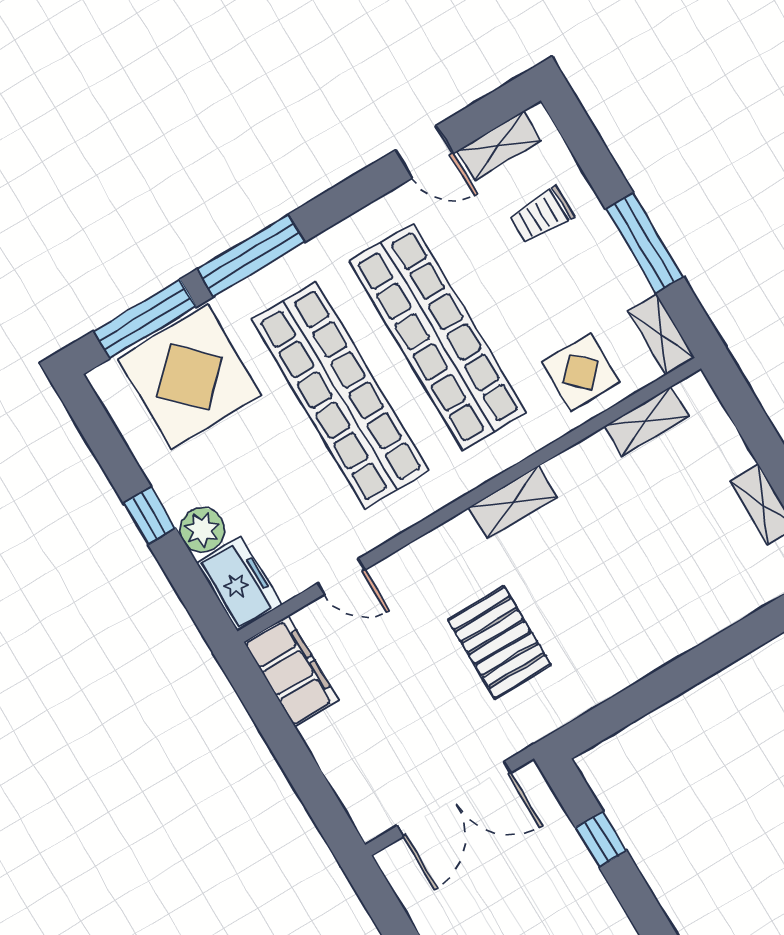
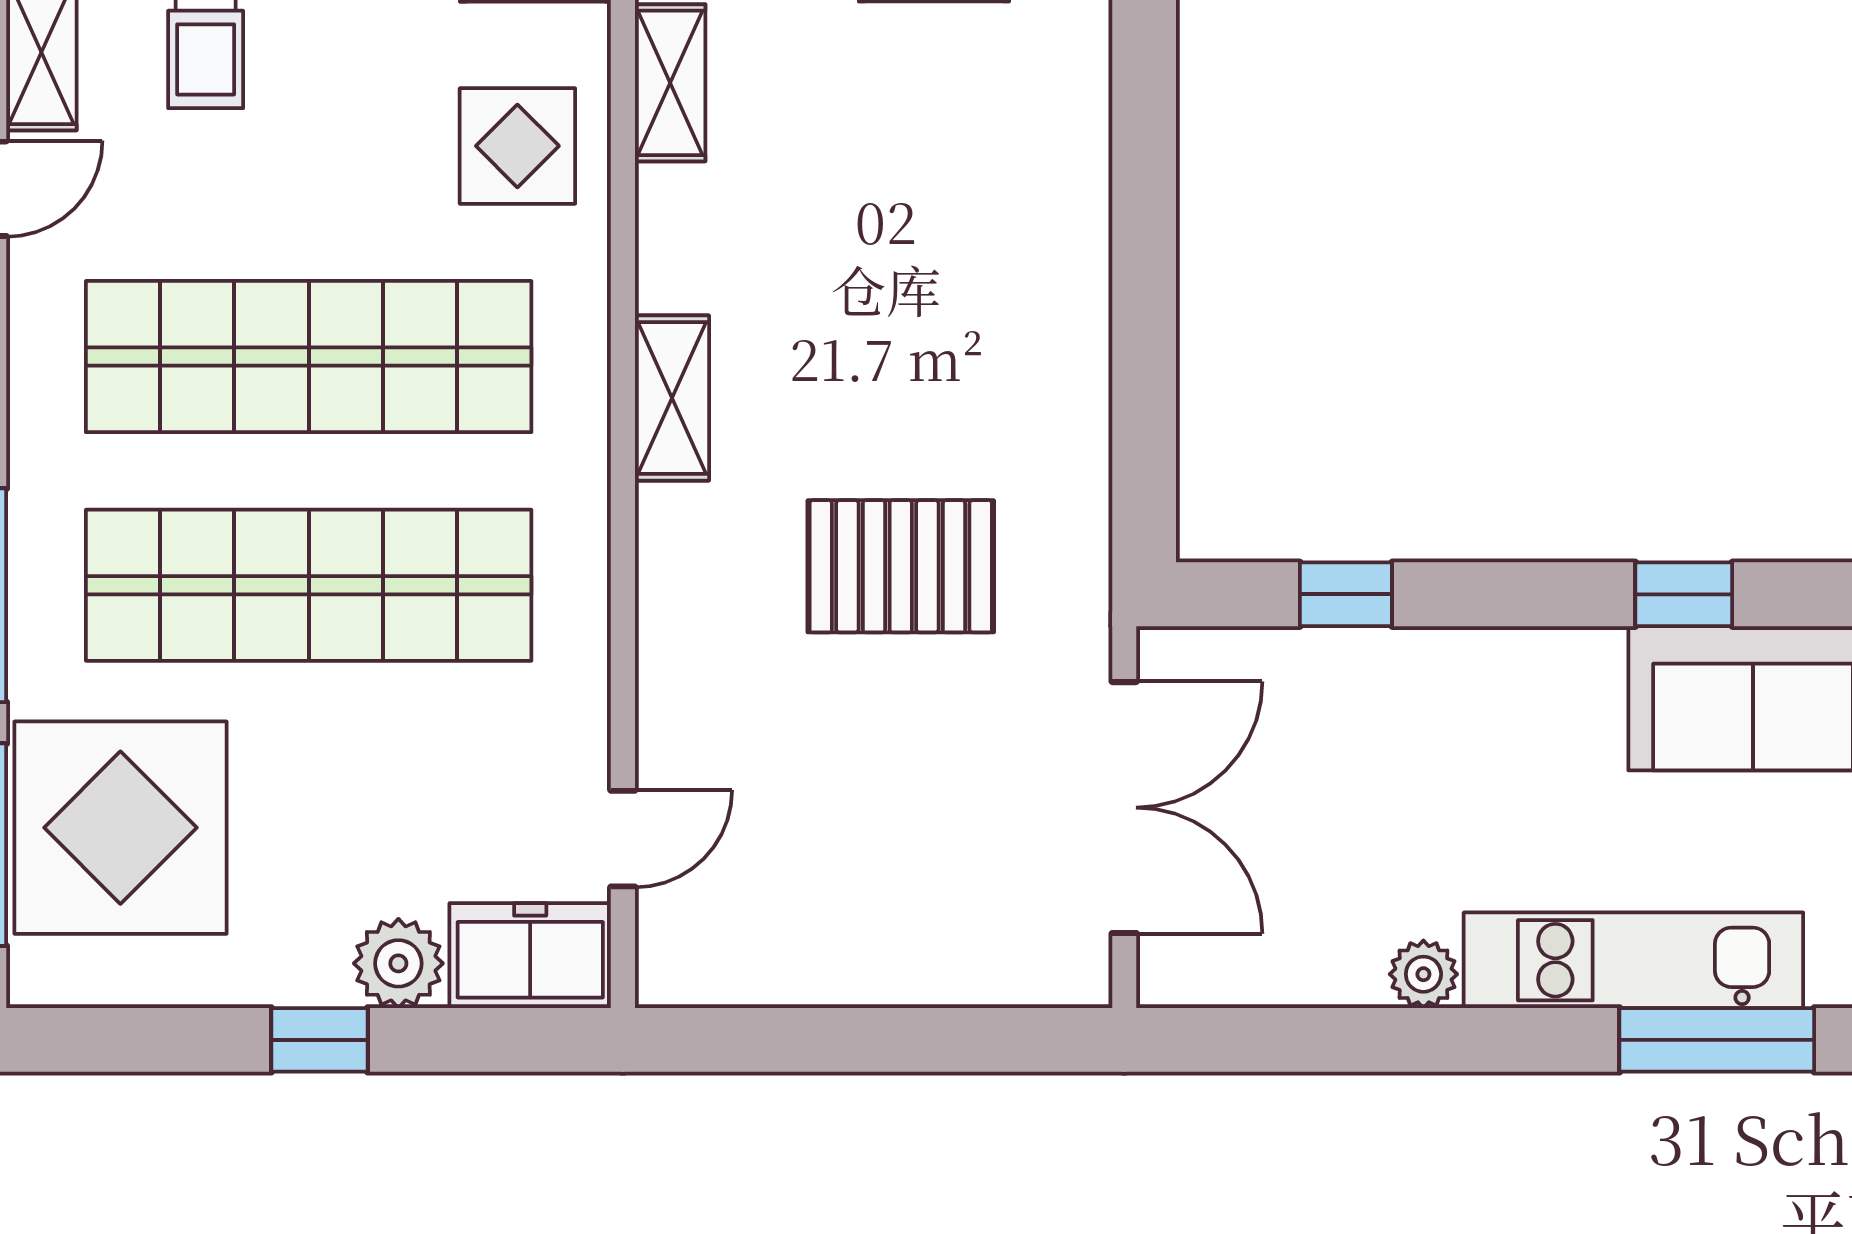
door: (341, 577) -> (623, 839), moved
filing cabinet: (291, 671) -> (735, 956), removed

